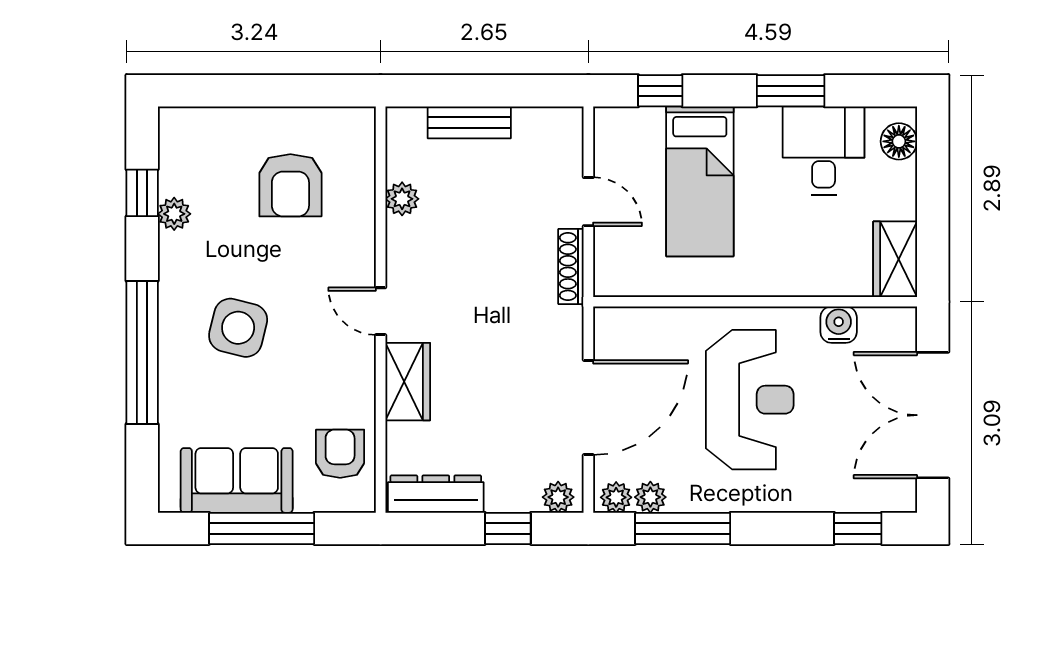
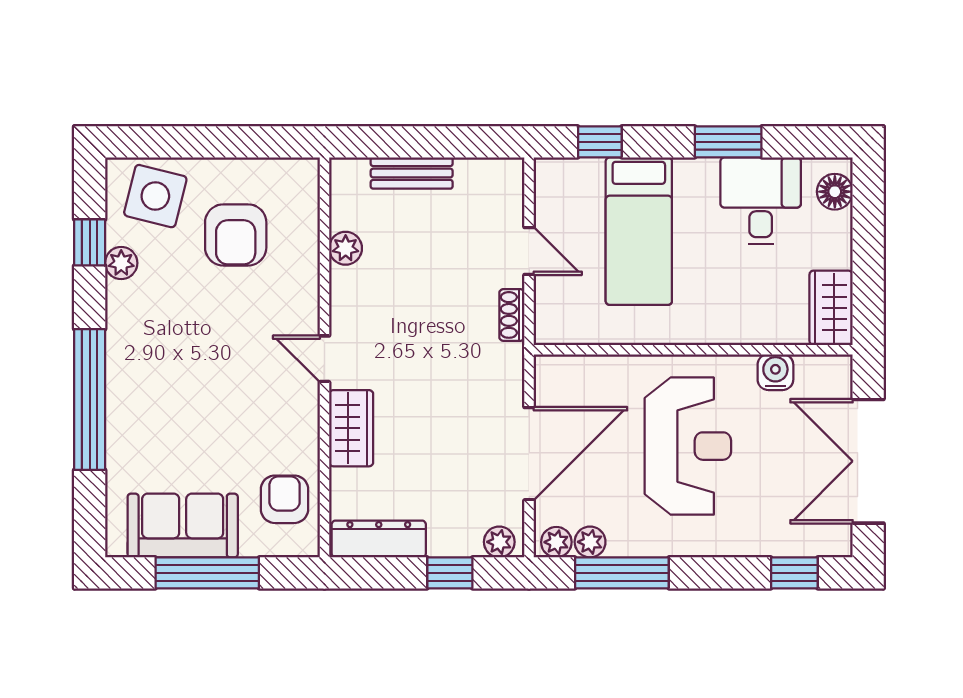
shoe rack: (571, 267) -> (512, 315), width x0.70
side table: (238, 328) -> (155, 196), moved

